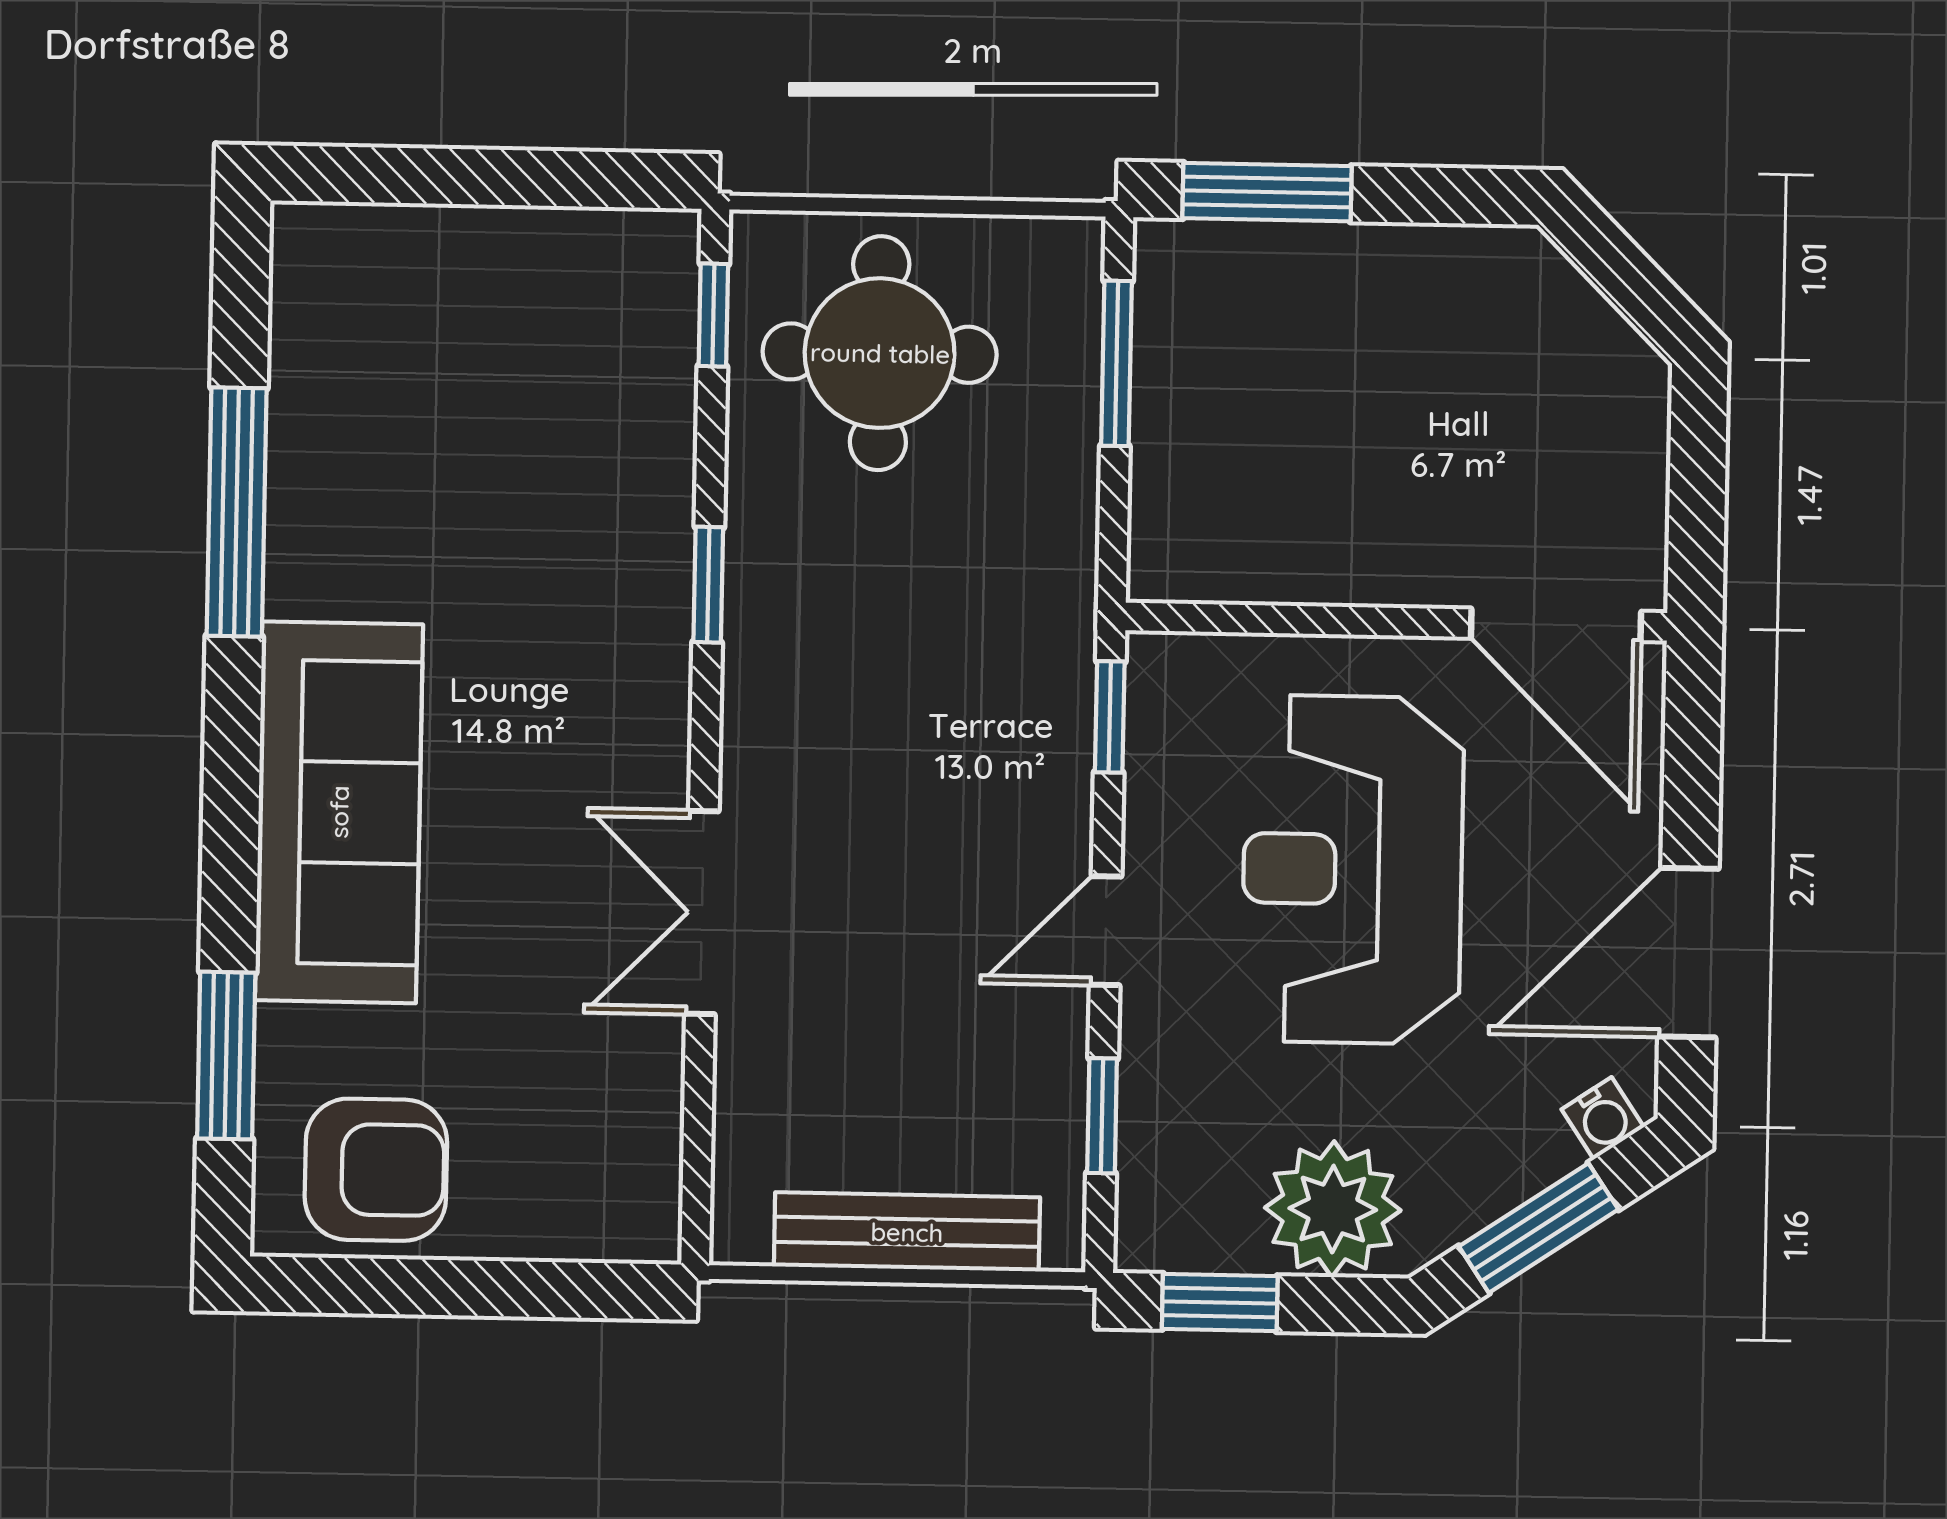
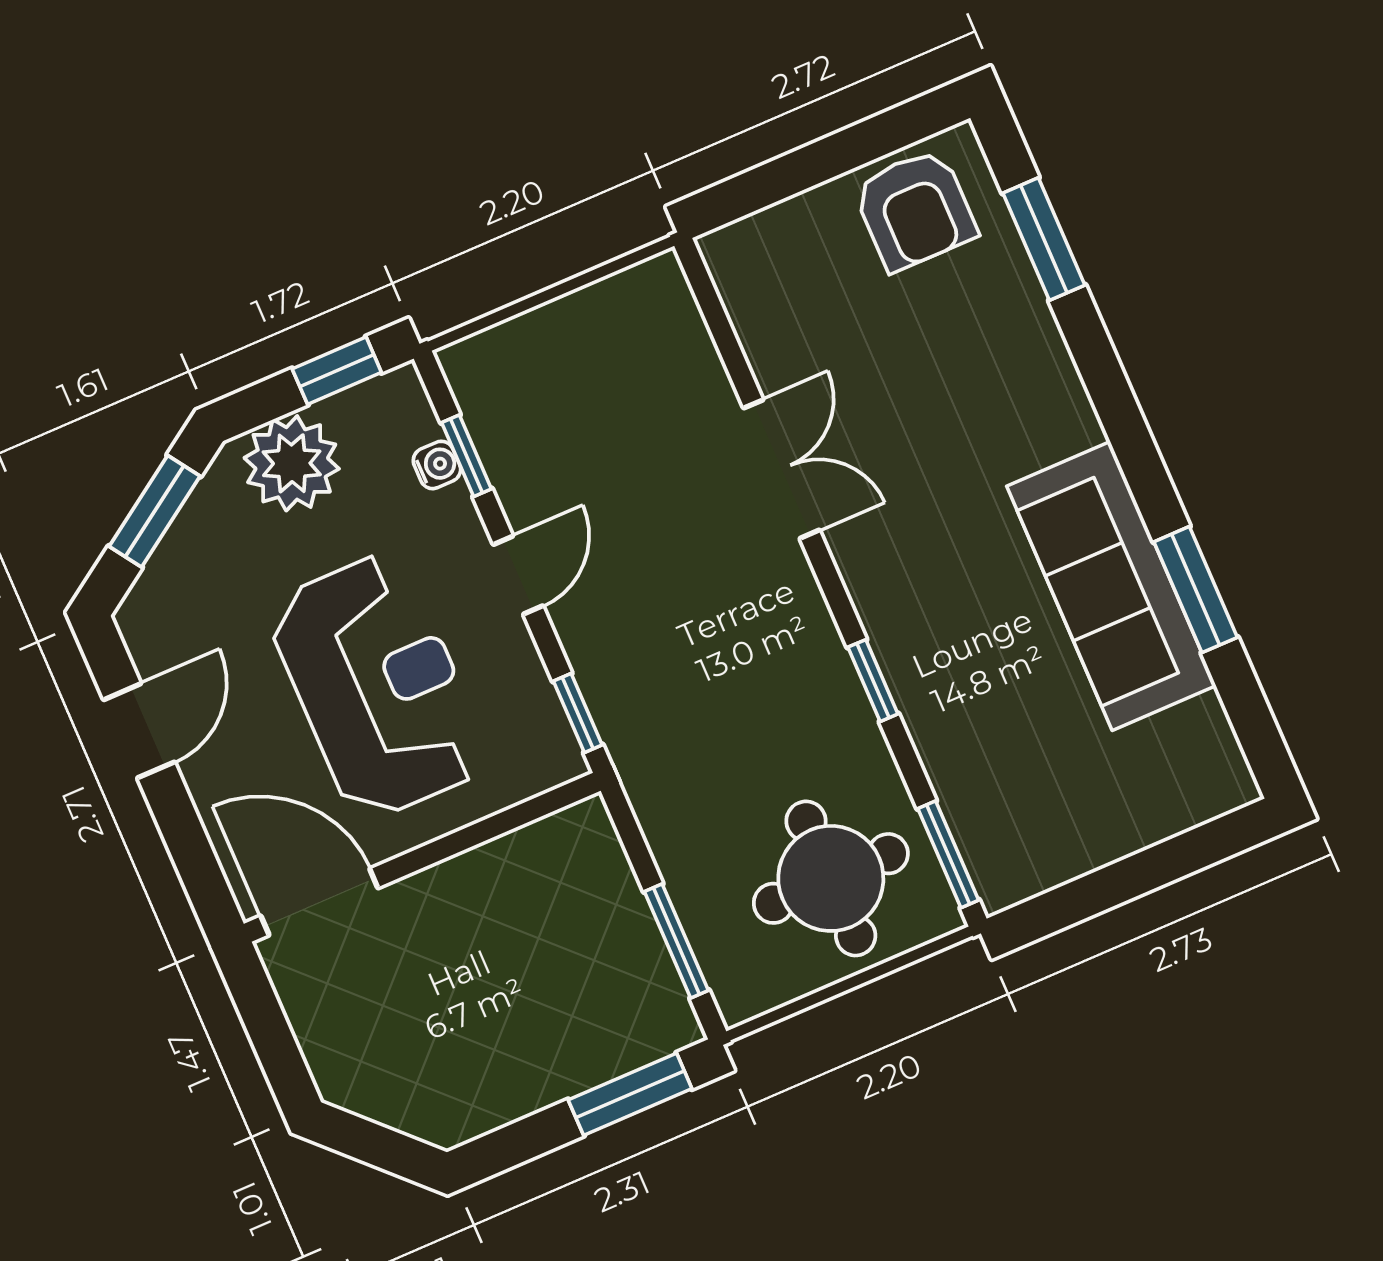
window: (713, 315) -> (948, 854), width x1.50
window: (237, 512) -> (1196, 590), width x0.69
sofa: (339, 812) -> (1111, 586), moved
door: (1688, 953) -> (139, 731), width x0.73
water cooler: (1603, 1118) -> (437, 465), moved, turned 124
armchair: (376, 1170) -> (915, 210), turned -90
bench: (907, 1232) -> (557, 325), removed

